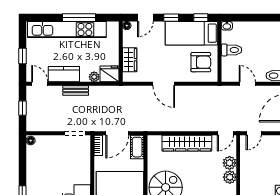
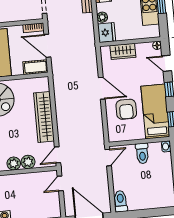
armchair: (201, 62) -> (126, 109), moved
door: (164, 84) -> (102, 88), swing flipped
door: (247, 84) -> (108, 158), moved
door: (225, 133) -> (58, 155), hinge flipped
door: (254, 133) -> (60, 184), hinge flipped

